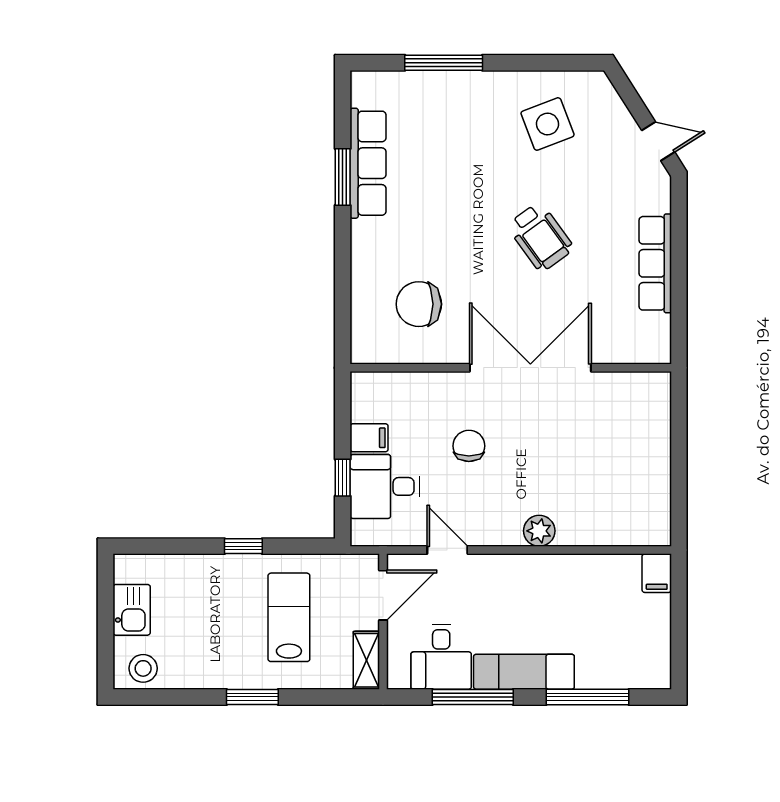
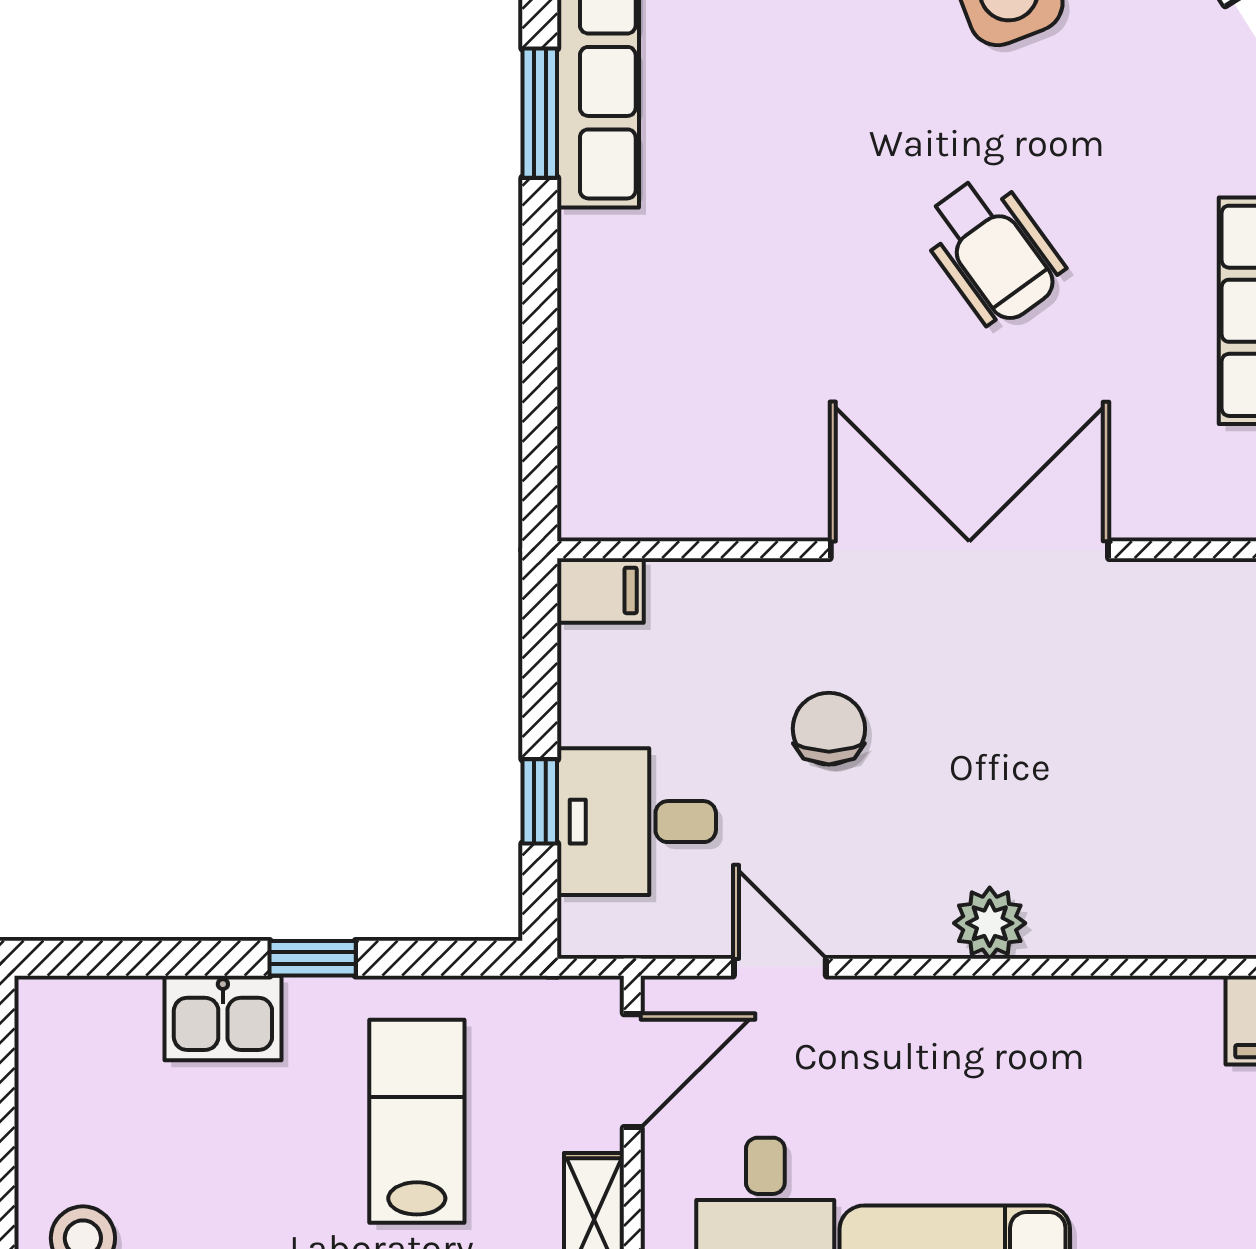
chair: (419, 304) -> (714, 404), removed
filing cabinet: (369, 438) -> (600, 590), moved
kitchen sink: (132, 610) -> (223, 1018), moved, turned 90

